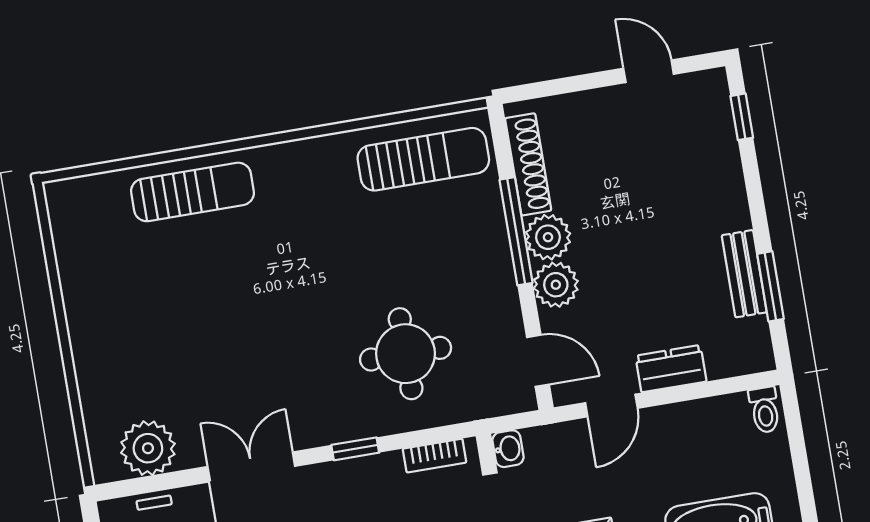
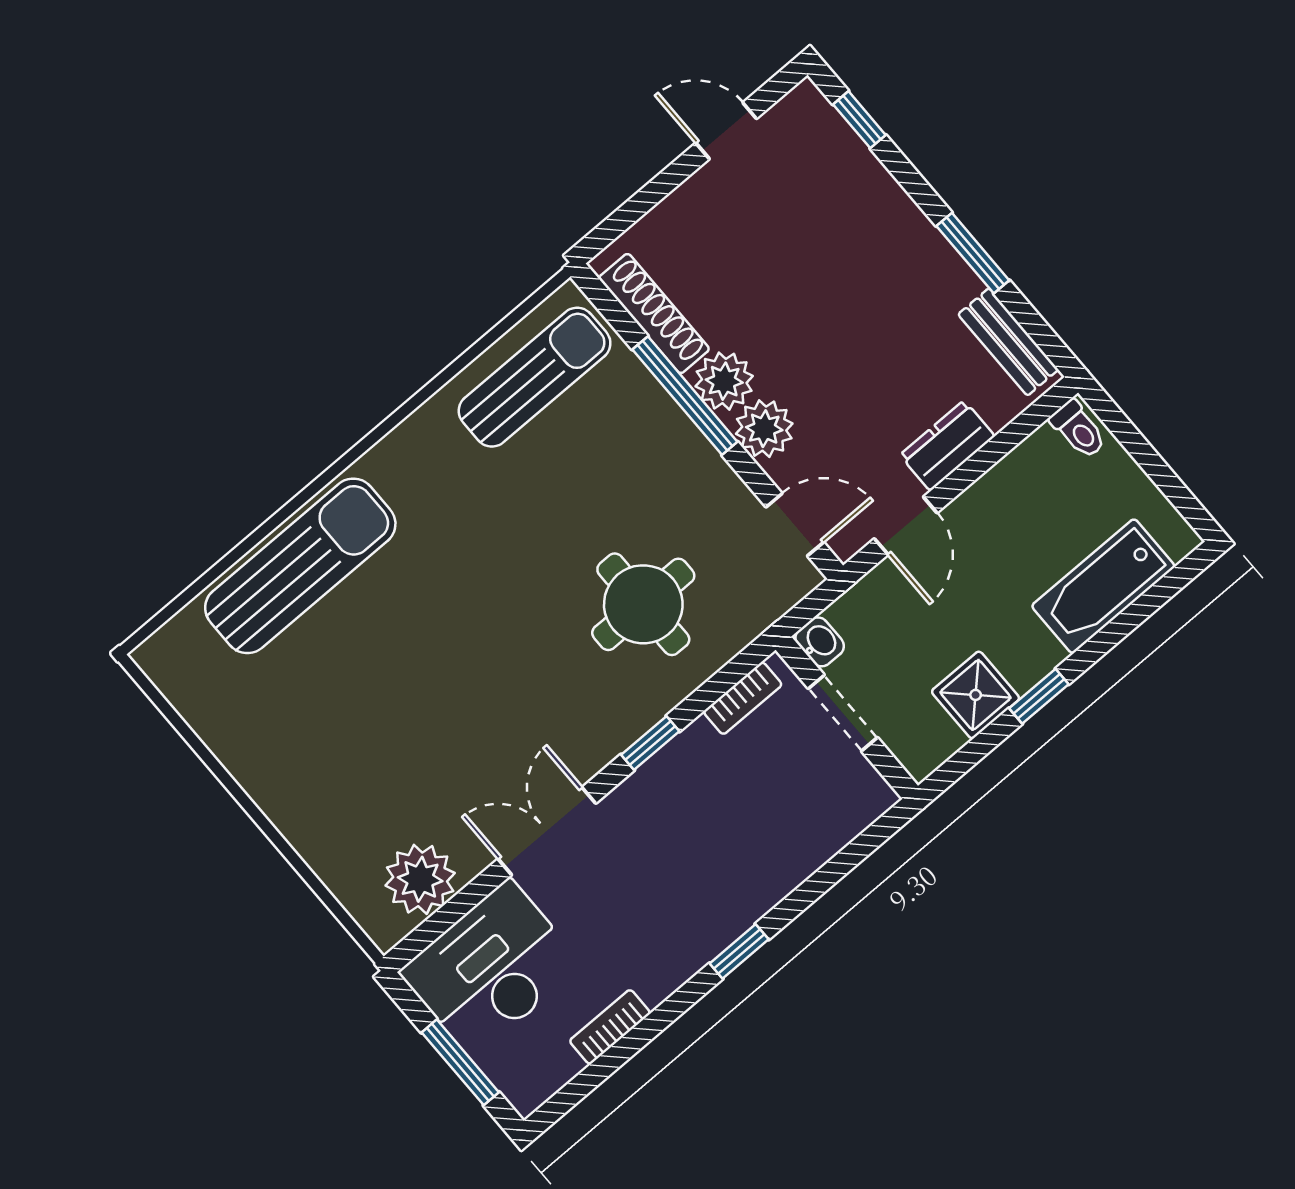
sun lounger: (193, 192) -> (300, 566), width x1.36, depth x1.34
bench: (744, 274) -> (1008, 342), moved
window: (770, 286) -> (973, 253), moved

